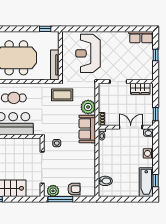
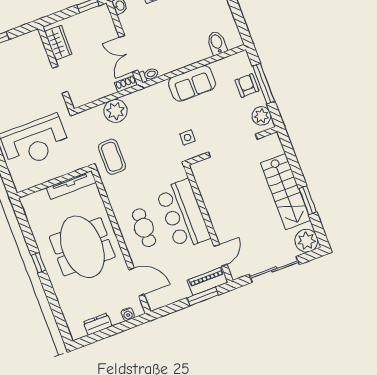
window: (45, 29) -> (39, 263), moved
double door: (131, 127) -> (129, 54), moved
sofa: (87, 129) -> (192, 83), moved
window: (60, 199) -> (264, 84), moved

